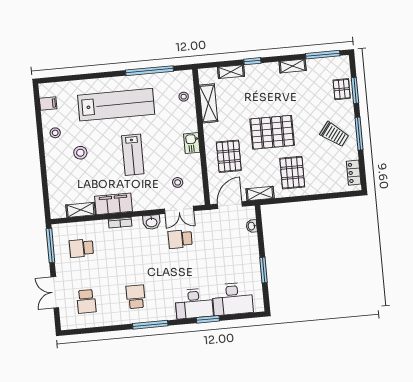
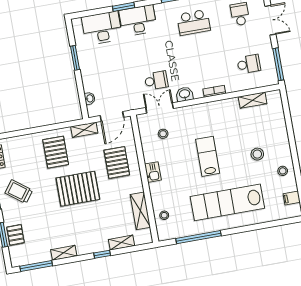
filing cabinet: (114, 204) -> (222, 108), removed
school desk: (136, 297) -> (194, 22), width x1.85

